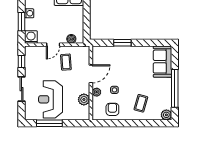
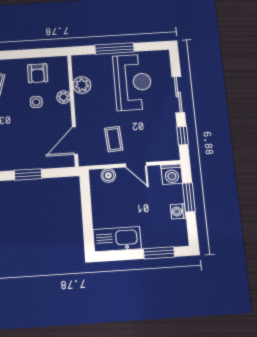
door: (53, 45) -> (136, 165), swing flipped
door: (91, 74) -> (75, 140), moved
window: (49, 123) -> (114, 48), moved

